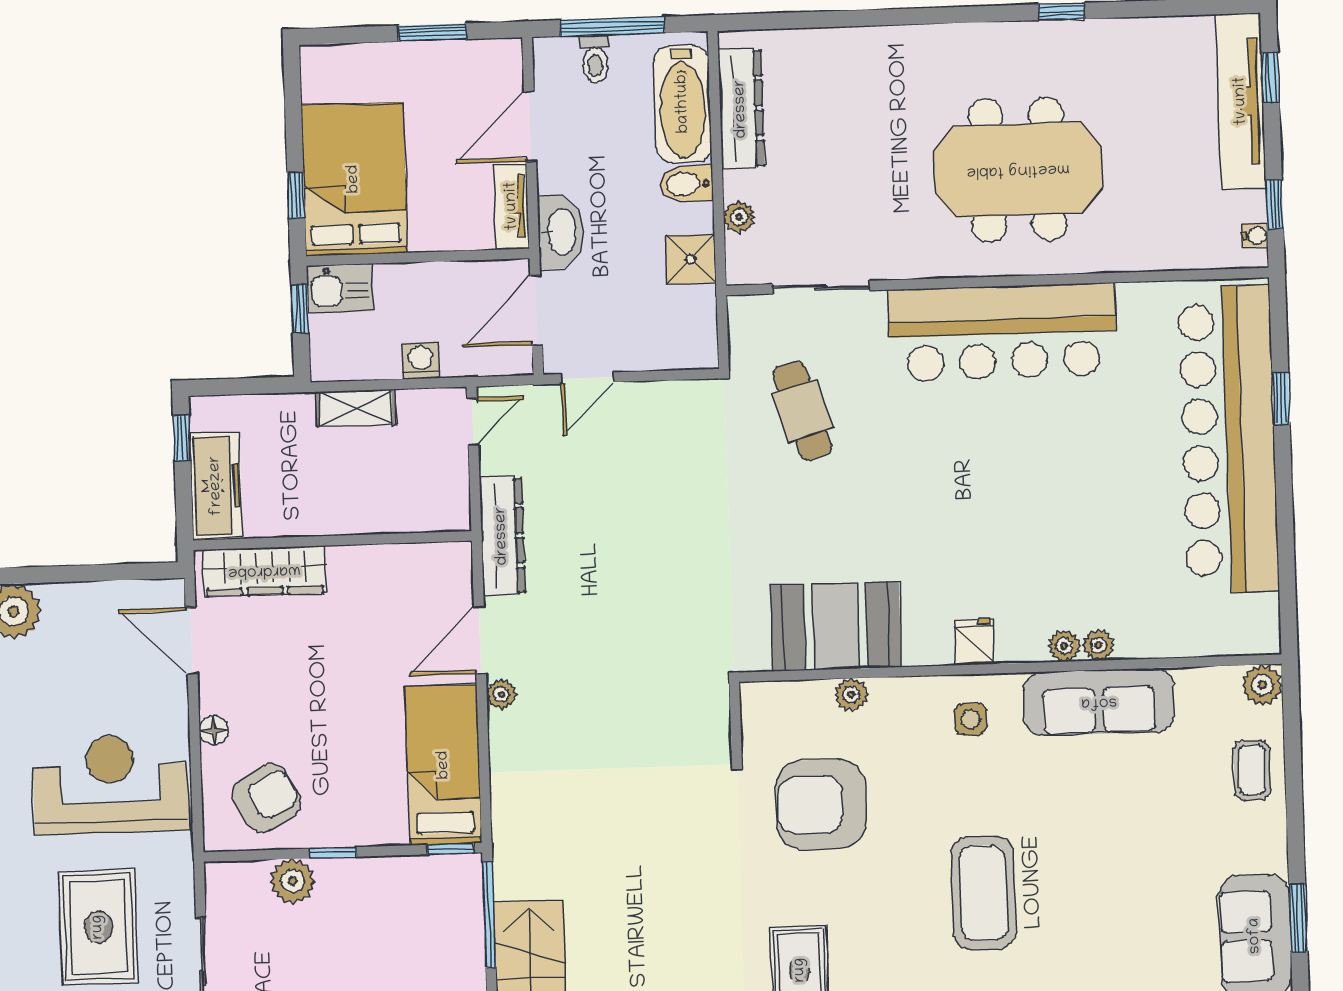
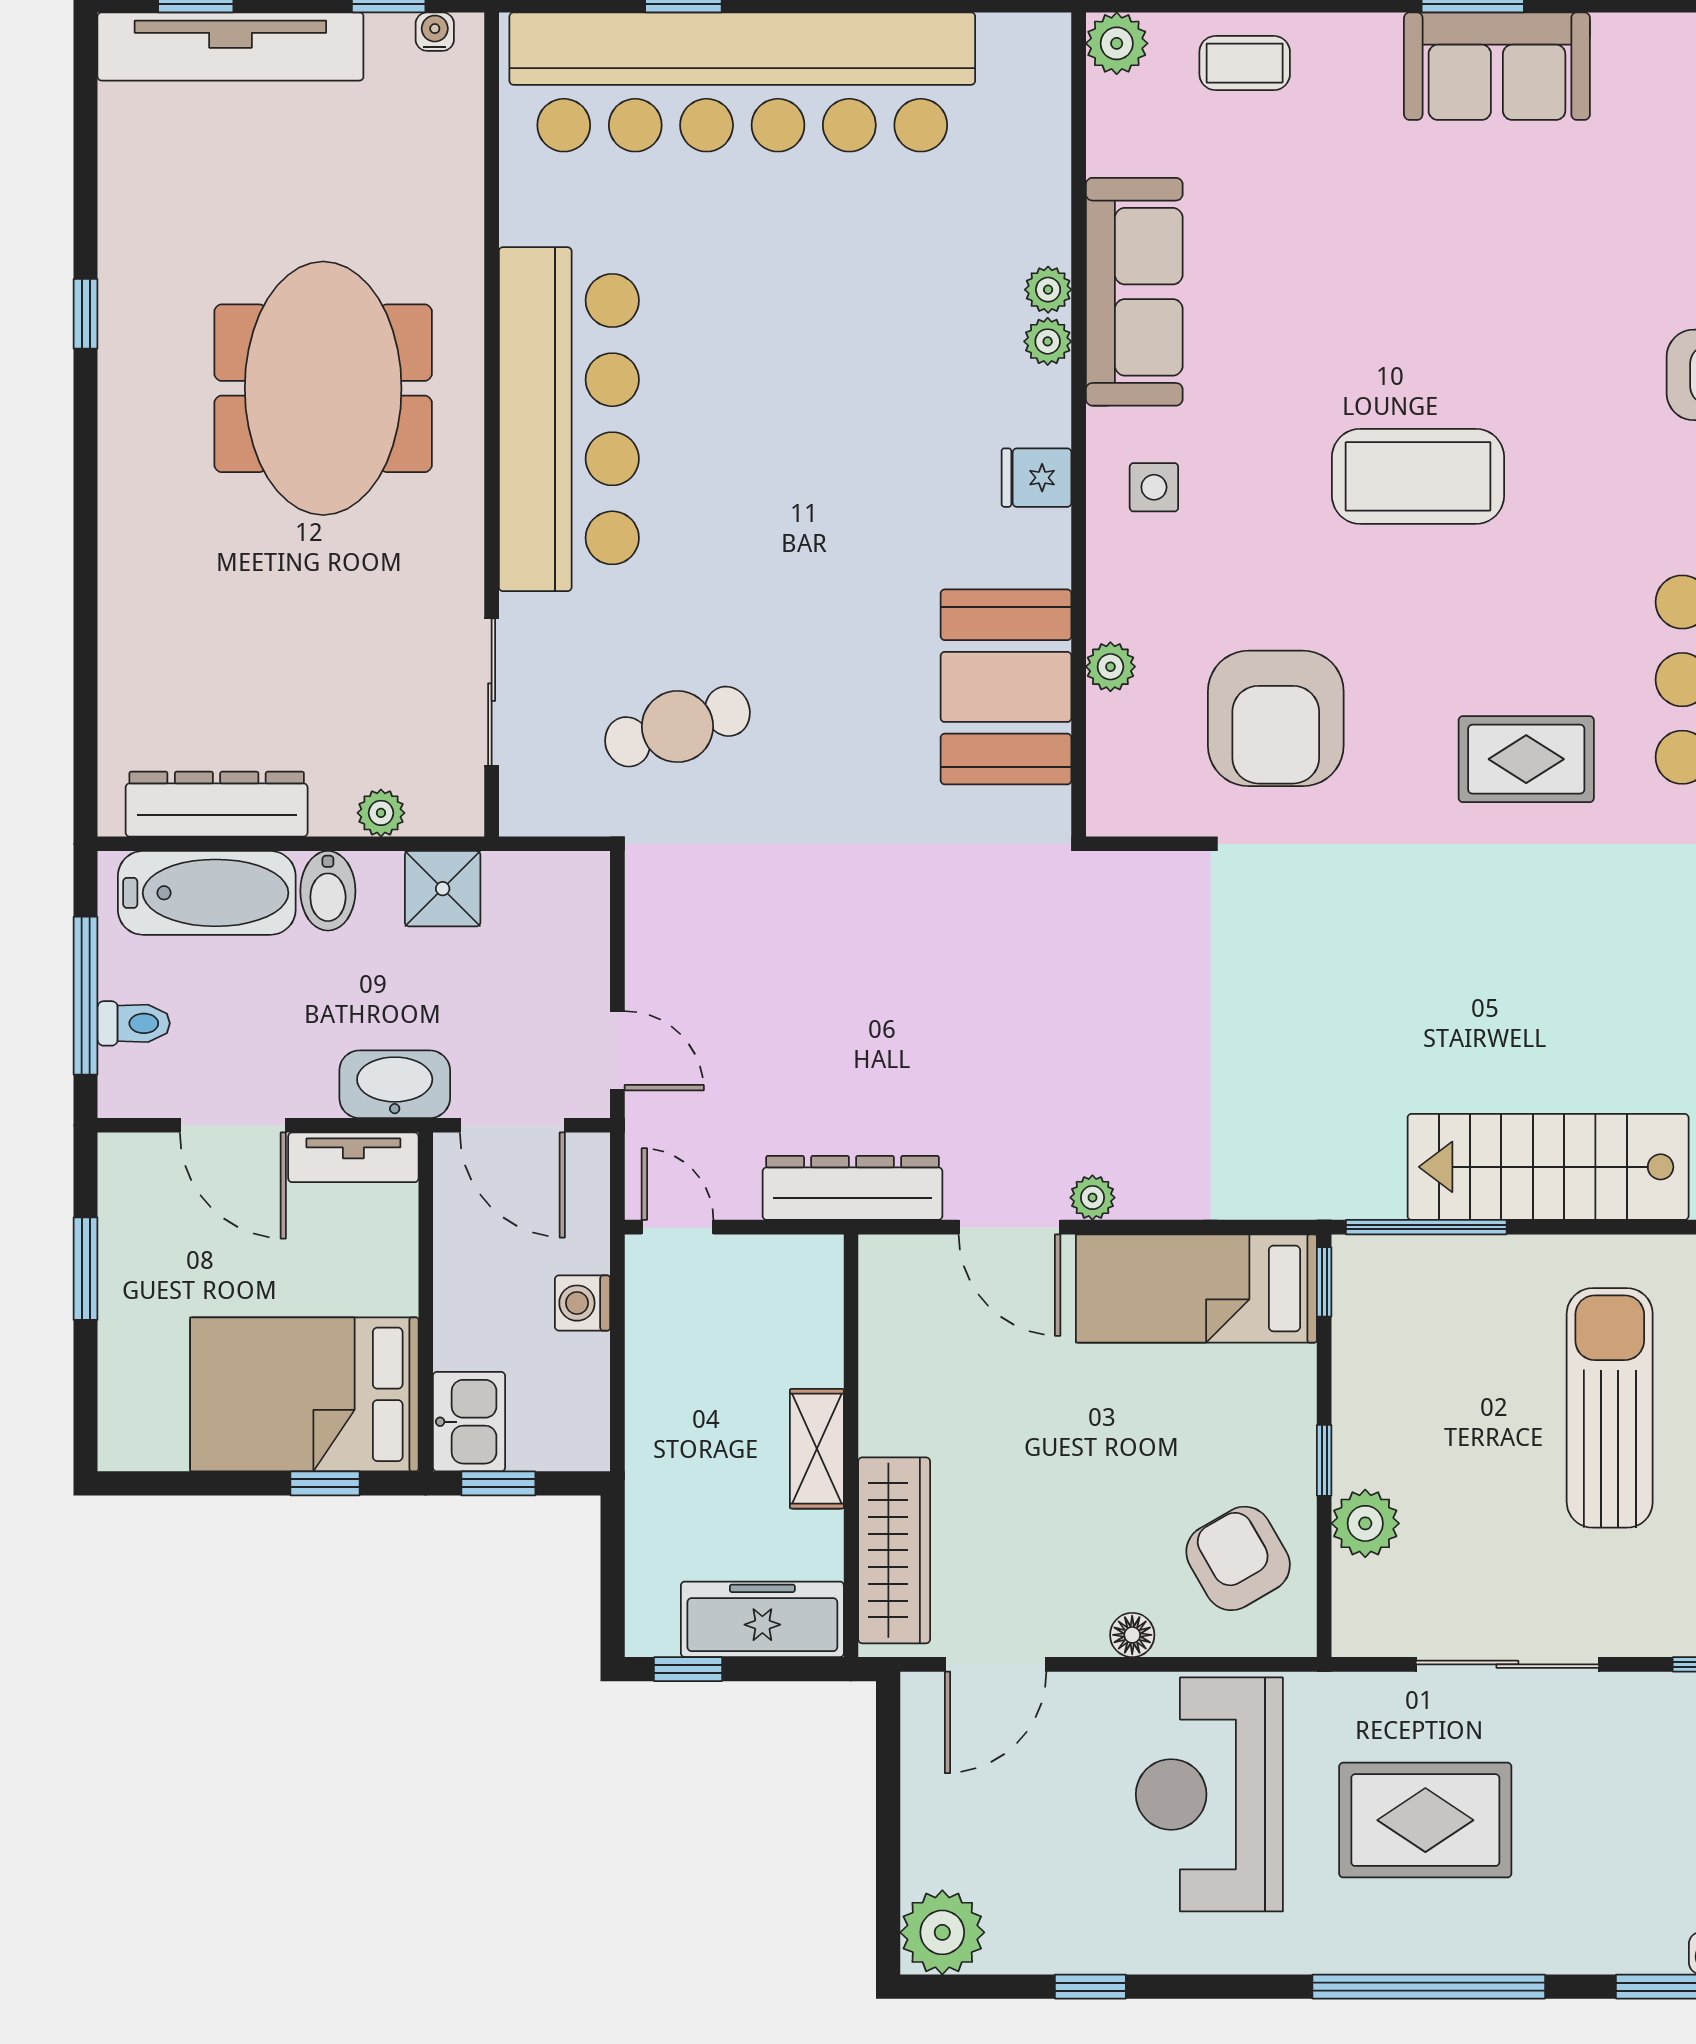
shelving: (356, 408) -> (817, 1449), moved

